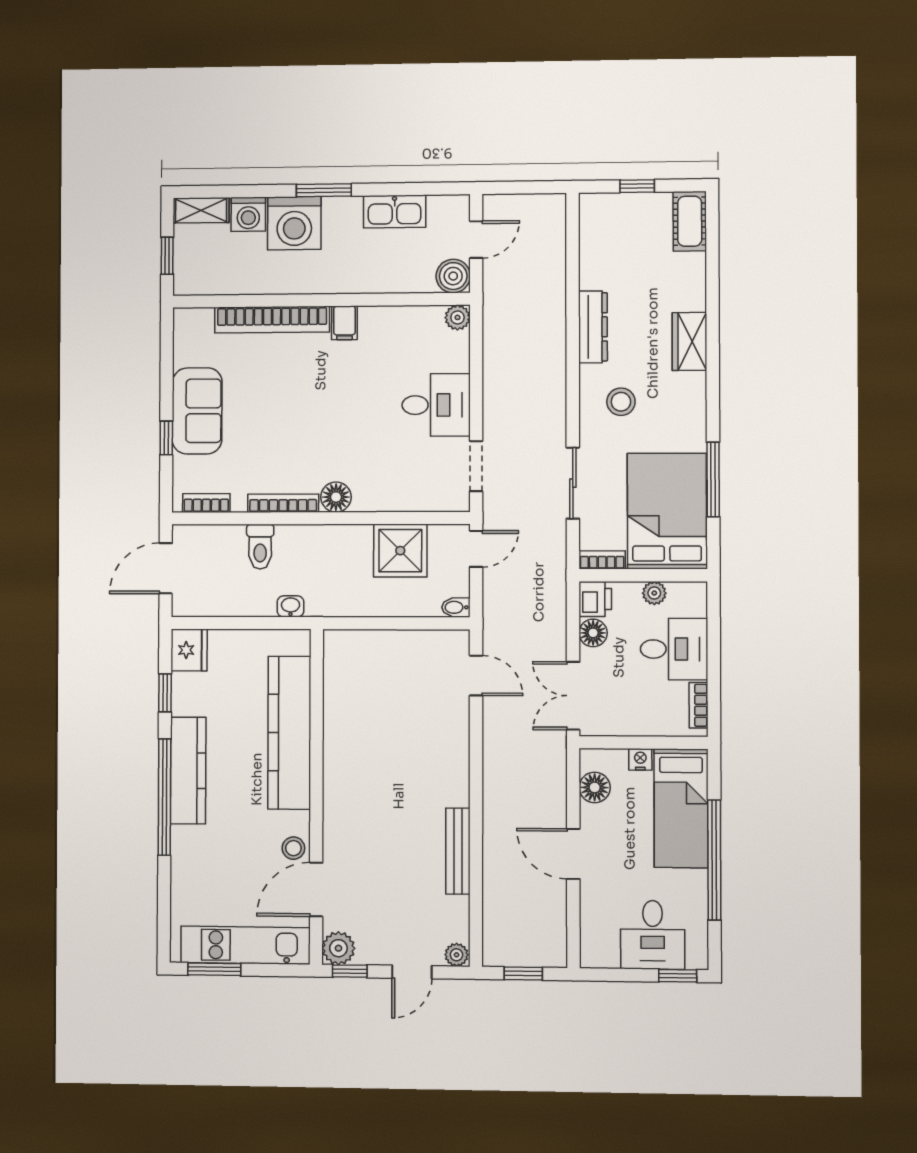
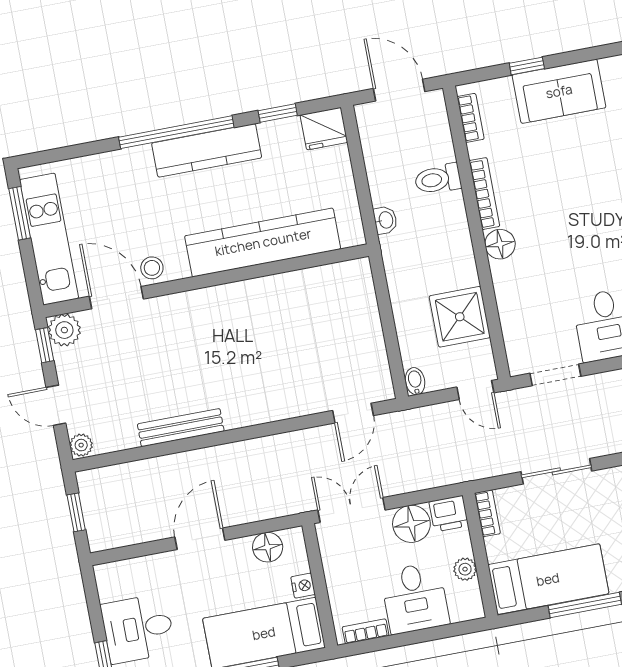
bed: (667, 511) -> (548, 579), width x0.67
floor lamp: (593, 633) -> (411, 524), width x1.38, depth x1.38

